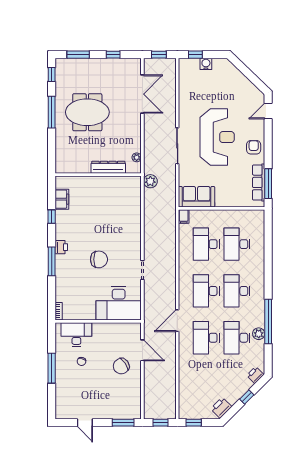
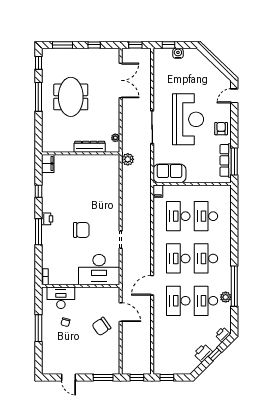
meeting table: (87, 112) -> (71, 97), turned 90
filing cabinet: (62, 199) -> (48, 164), moved
printer: (221, 408) -> (203, 353), moved

